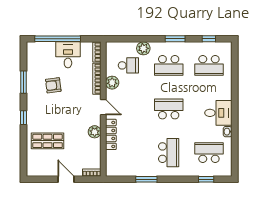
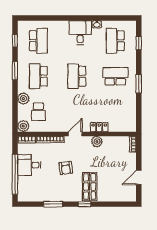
school desk: (128, 65) -> (38, 112), turned 180
school desk: (169, 65) -> (38, 76), turned 180
plant: (112, 83) -> (23, 126), moved
armchair: (53, 85) -> (66, 168), moved
locker: (111, 134) -> (99, 127), width x0.66
shop shelf: (48, 141) -> (90, 186), moved
door: (66, 179) -> (139, 177), moved
window: (146, 179) -> (139, 84), moved

